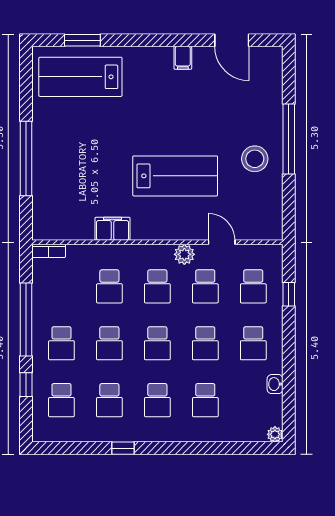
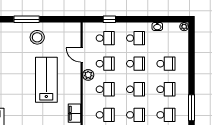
window: (289, 139) -> (27, 19), width x0.68
door: (222, 242) -> (82, 55), hinge flipped
window: (123, 448) -> (191, 108), width x2.17

